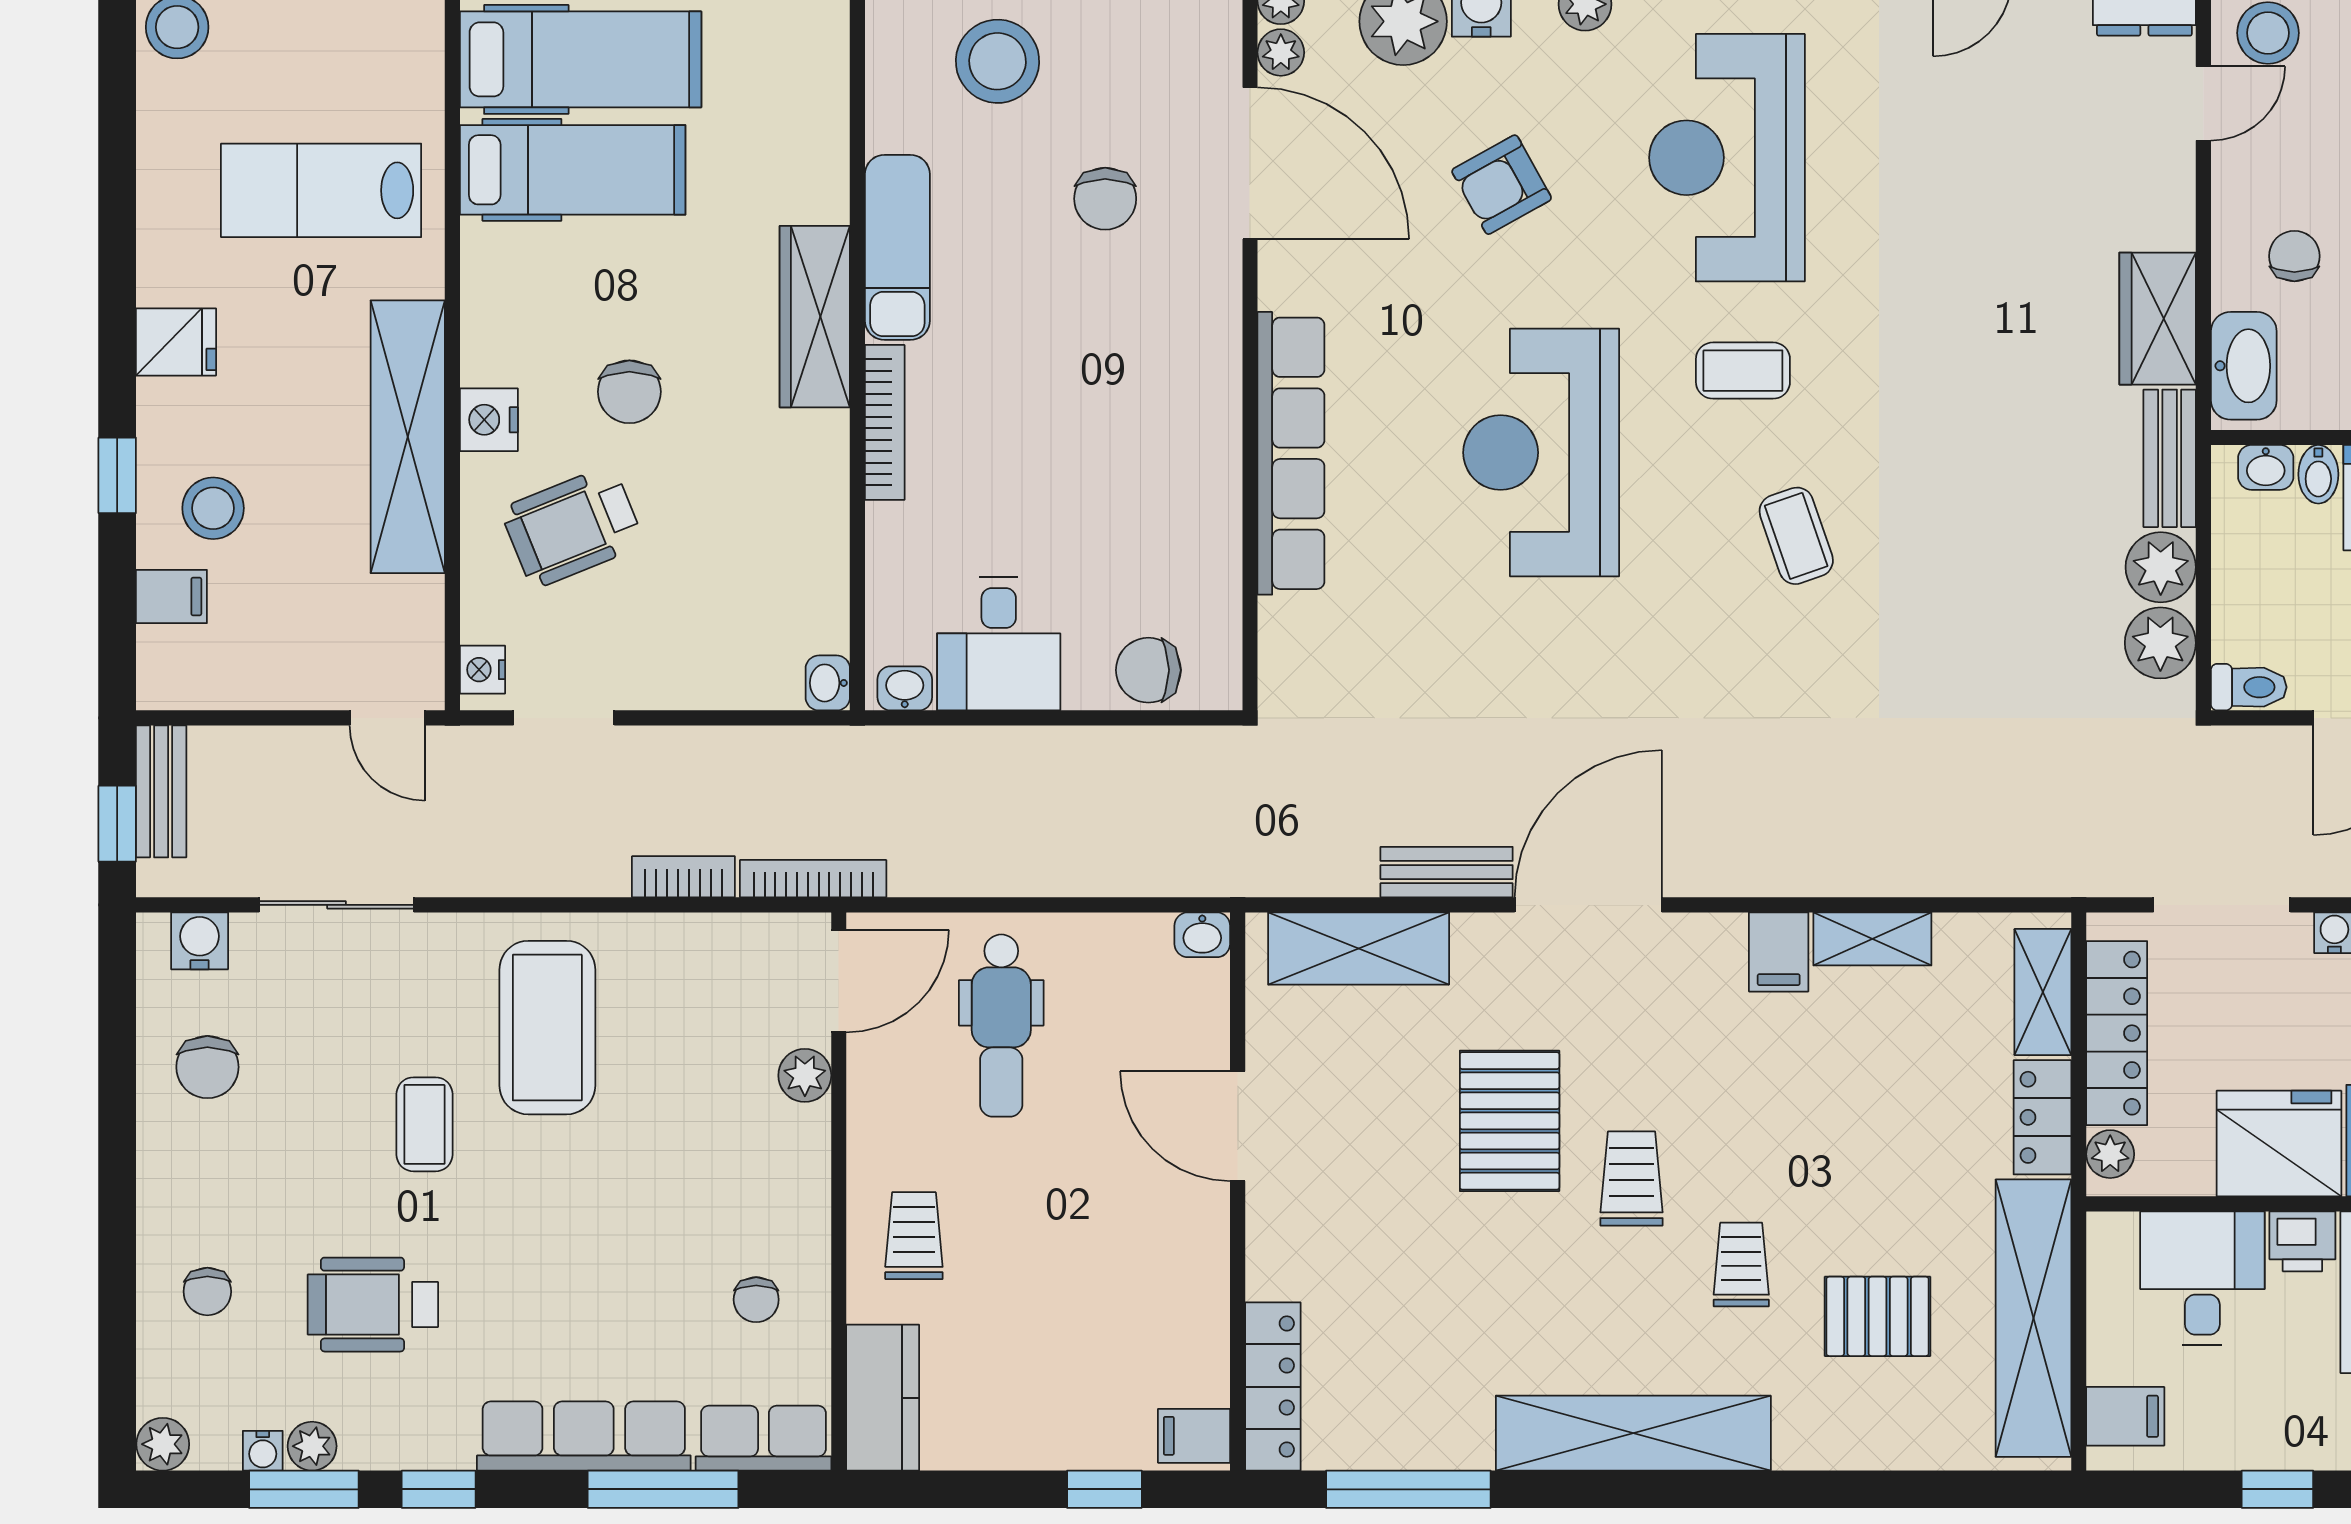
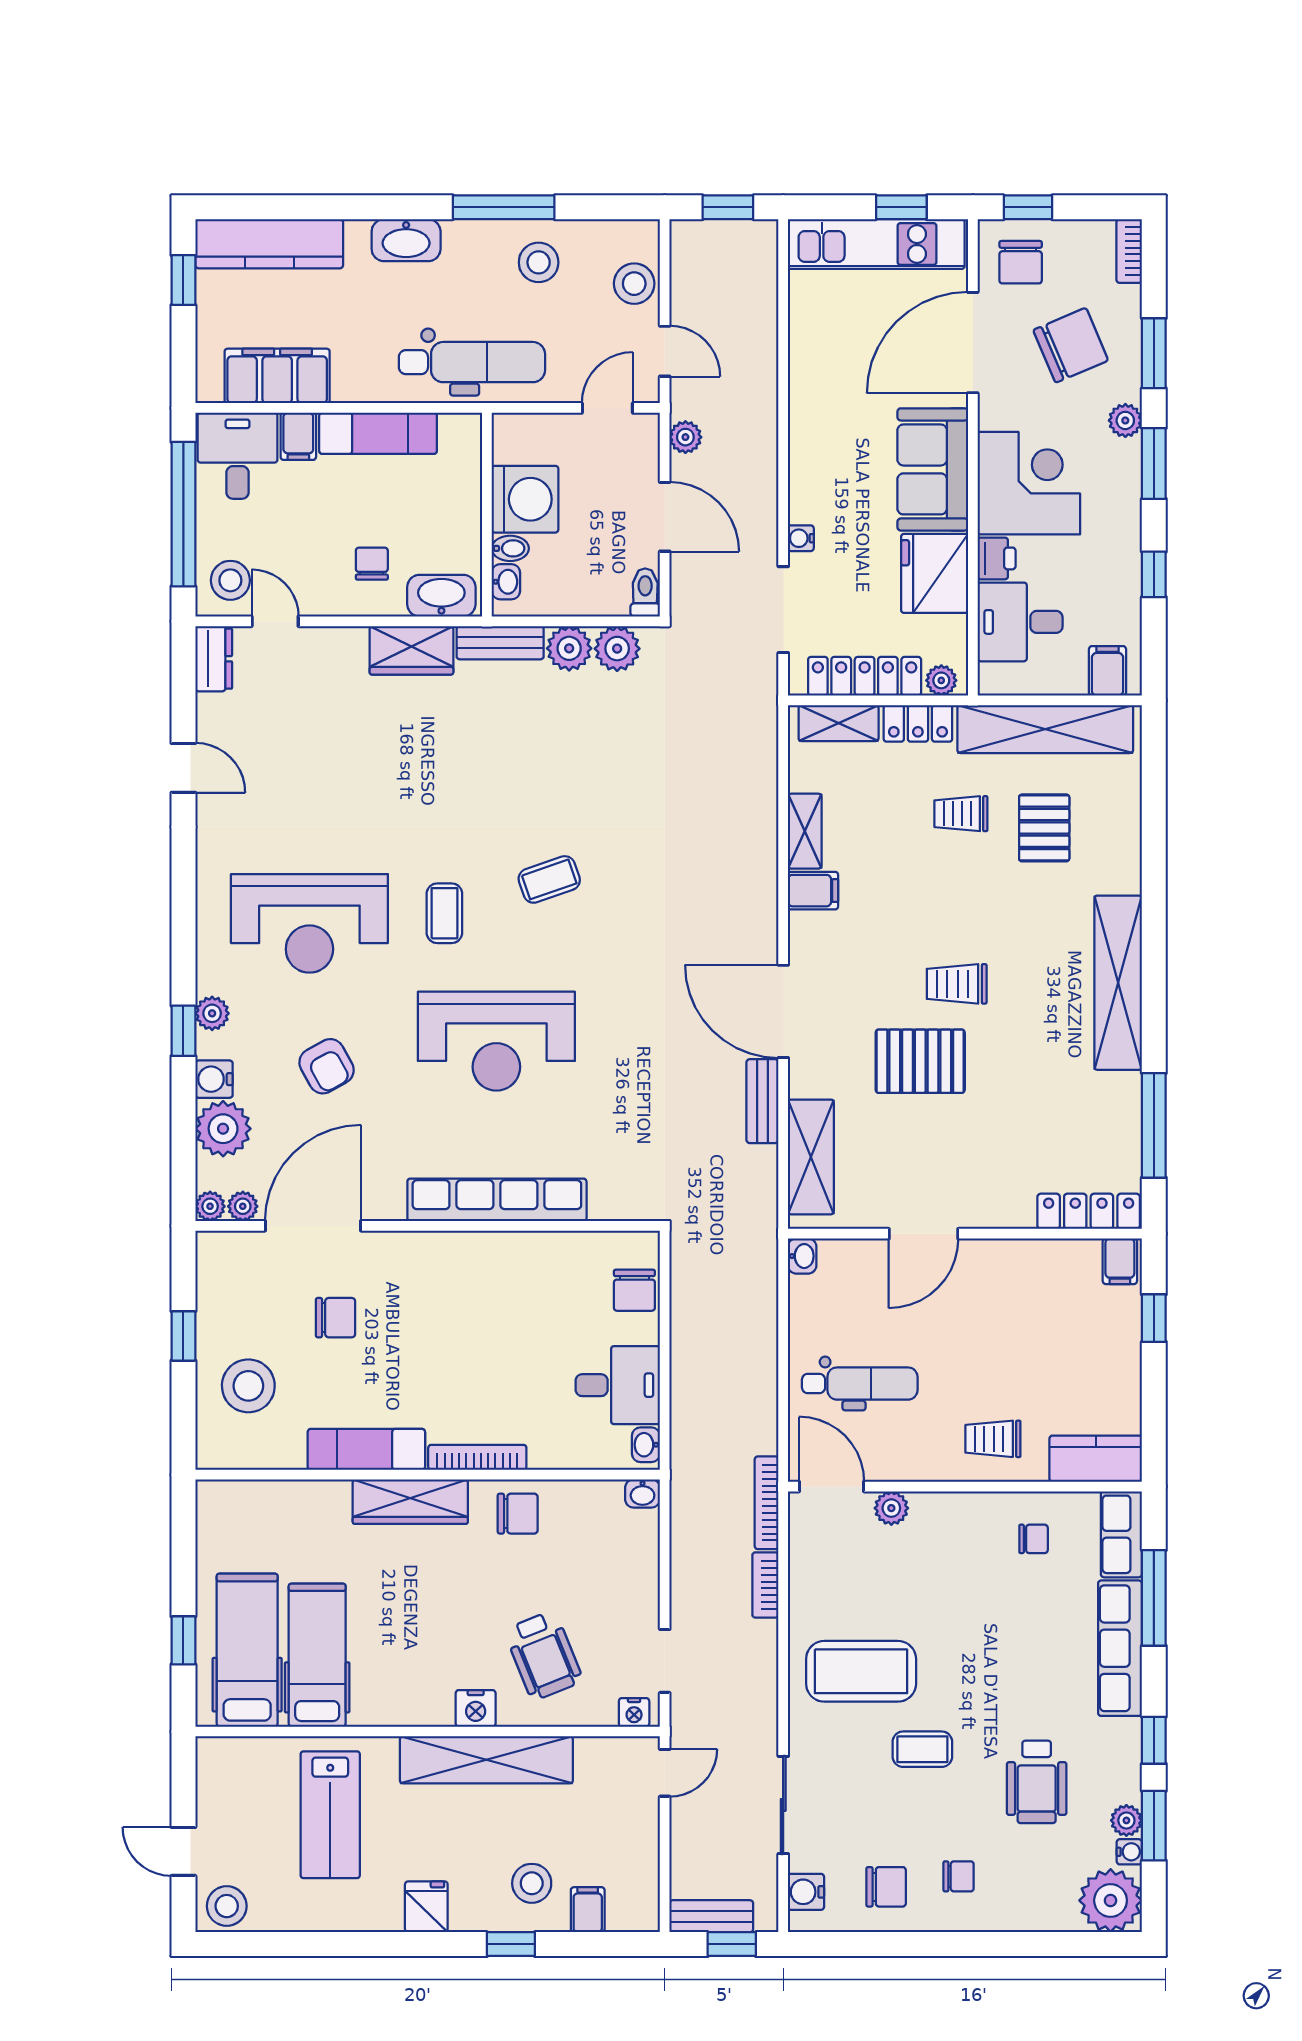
chair: (2294, 256) -> (372, 564), turned 90
chair: (629, 392) -> (518, 1514), moved
trolley: (1741, 1265) -> (961, 814), moved
chair: (207, 1291) -> (959, 1876), moved
plant: (163, 1444) -> (1111, 1900), width x1.87, depth x1.87

